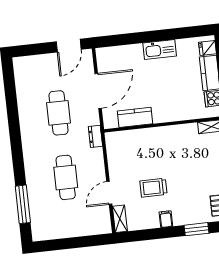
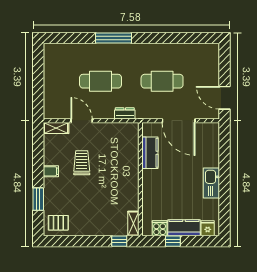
dresser: (95, 136) -> (125, 113), moved
window: (23, 204) -> (113, 38), moved

